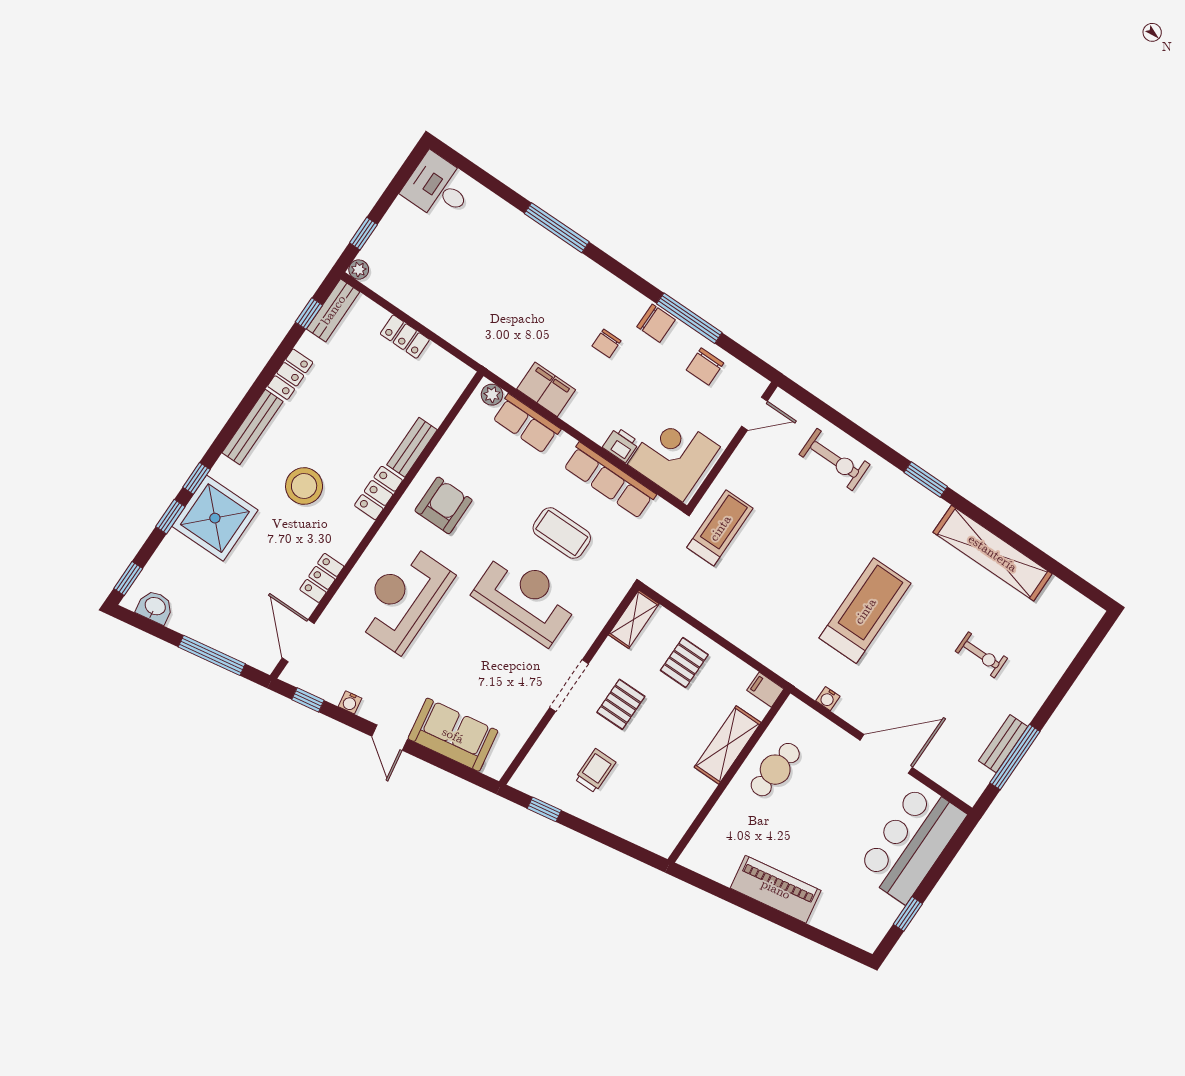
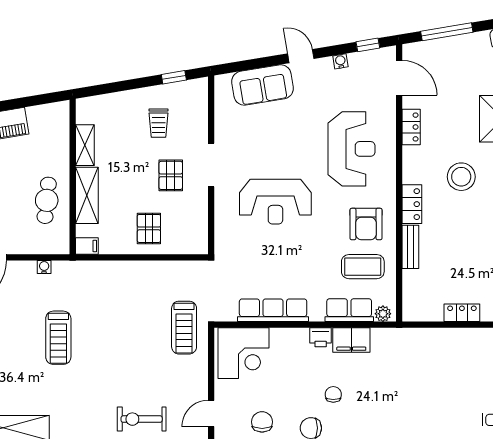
printer: (621, 445) -> (321, 337), moved
coffee table: (562, 533) -> (363, 267), moved
treadmill: (865, 611) -> (58, 338), width x0.73, depth x0.73
shelving: (634, 619) -> (85, 145), moved

